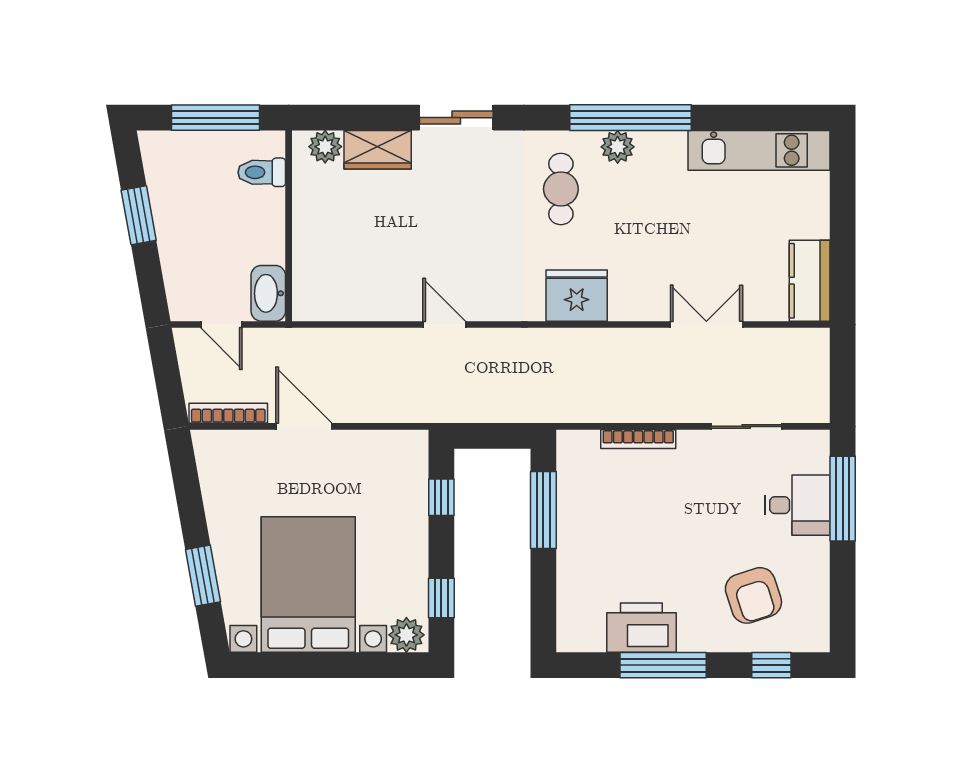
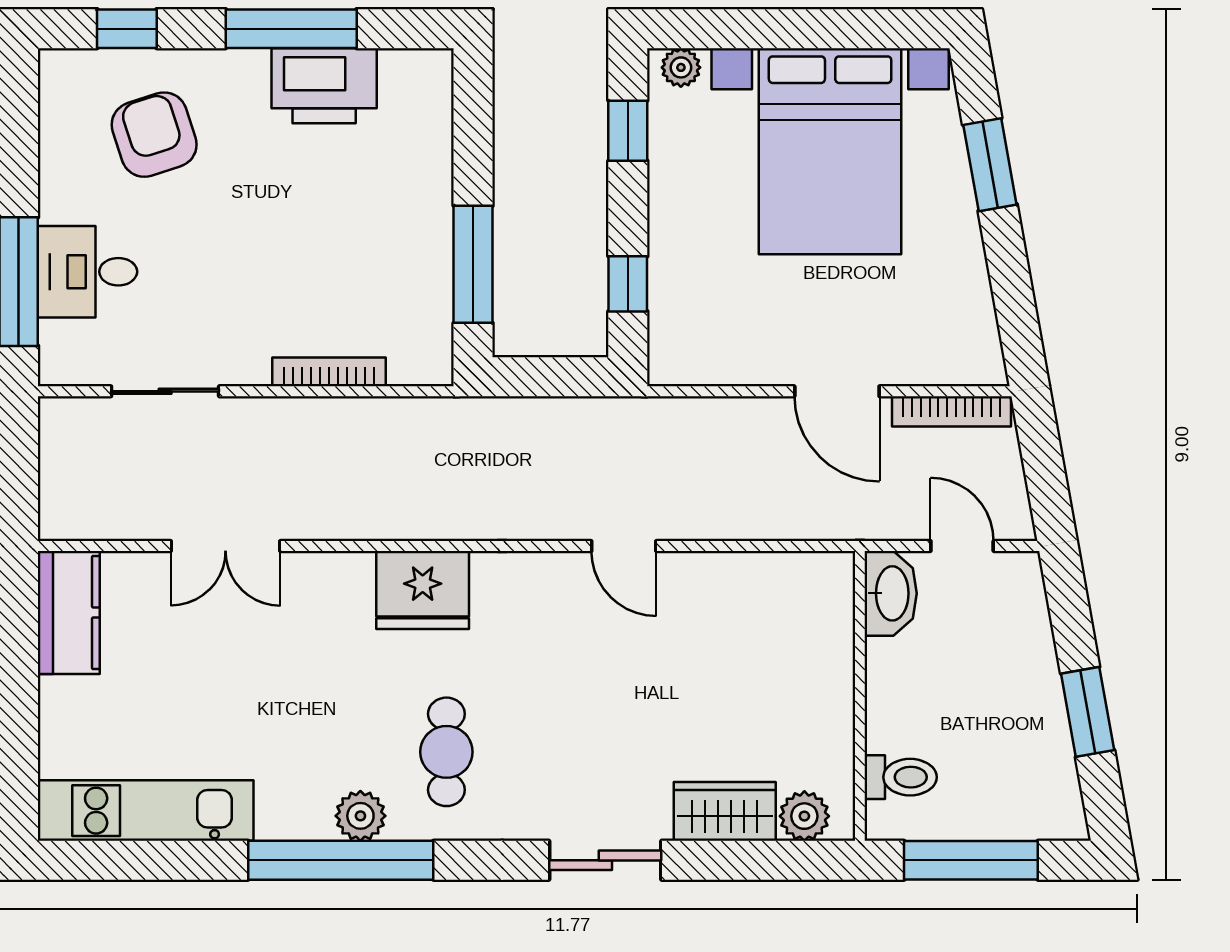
plant: (406, 635) -> (681, 67), width x0.73, depth x0.73

